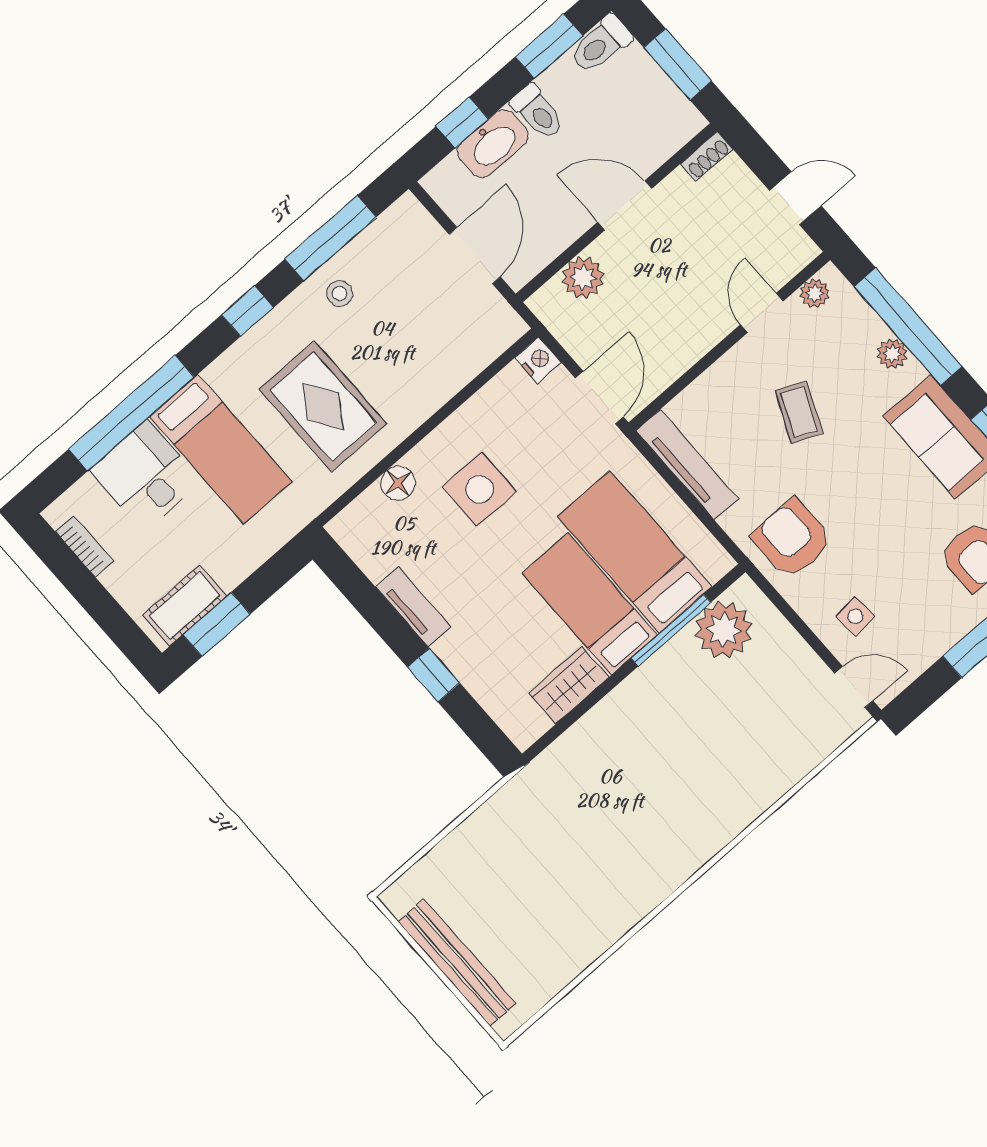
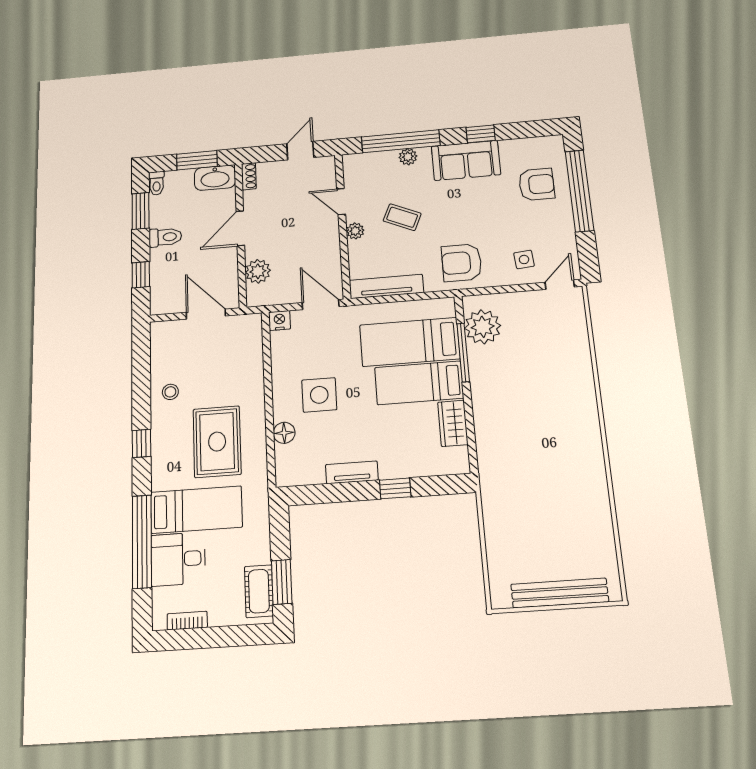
toilet: (601, 45) -> (157, 183), width x0.73, depth x0.72
washbasin: (493, 144) -> (215, 178), moved, turned 90
window: (331, 238) -> (141, 376), removed
plant: (815, 293) -> (355, 231), moved
rug: (323, 406) -> (217, 442), turned 90

